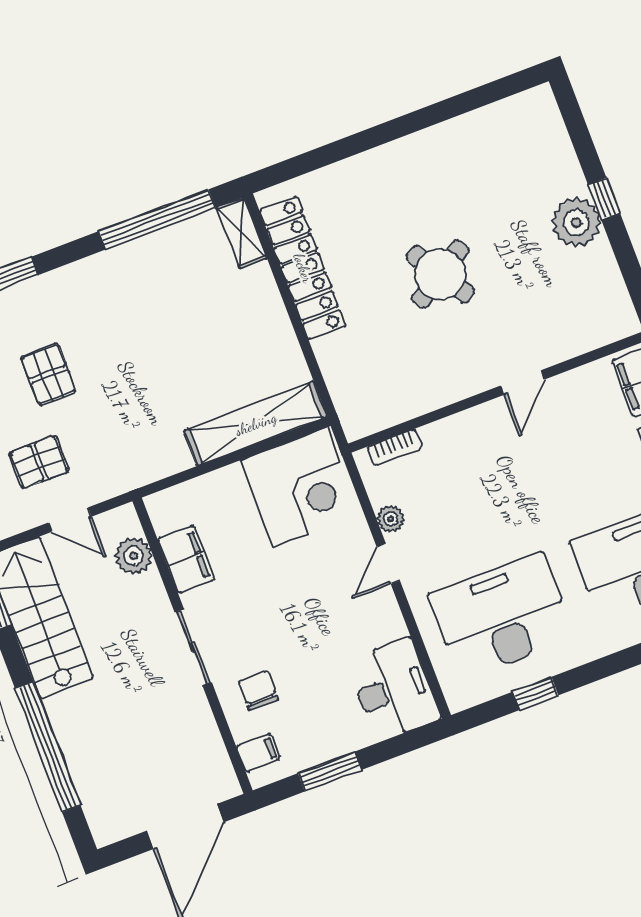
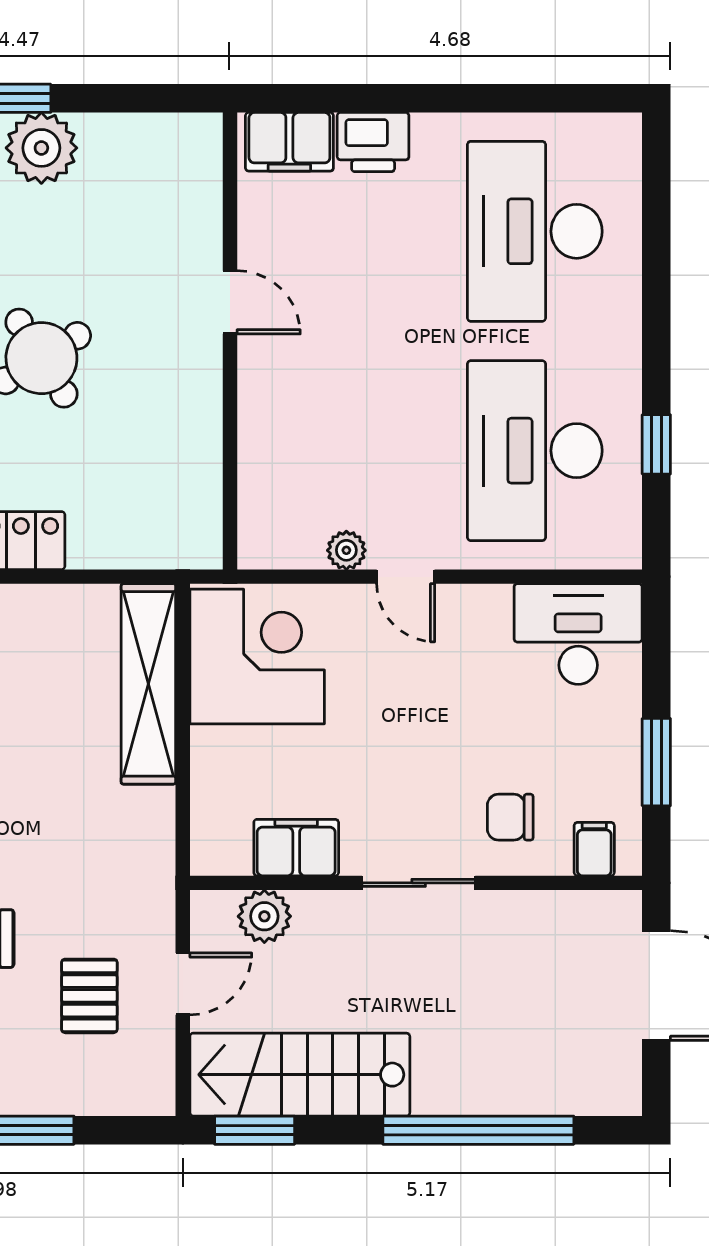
bookcase: (395, 447) -> (252, 508), removed

